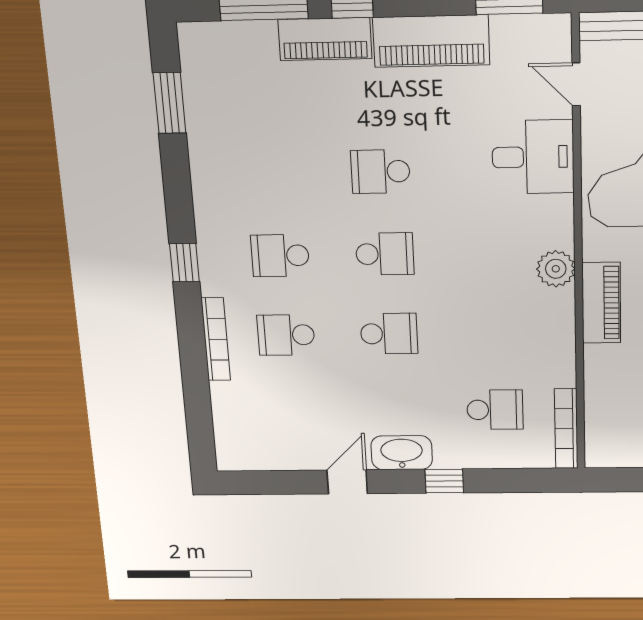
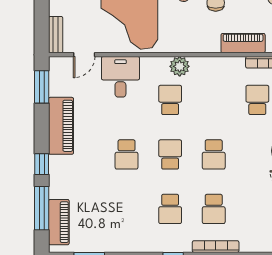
piano: (325, 39) -> (59, 222), moved
school desk: (490, 252) -> (170, 100), added
piano: (601, 303) -> (243, 43), moved
school desk: (389, 334) -> (214, 154), turned 180

